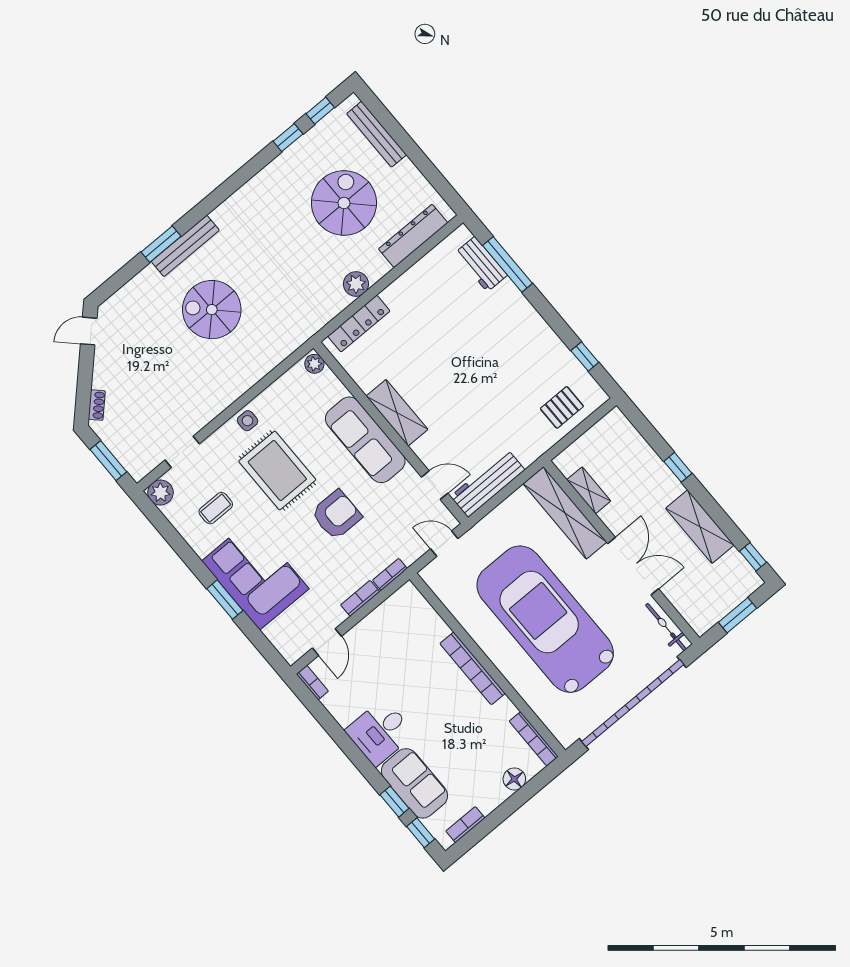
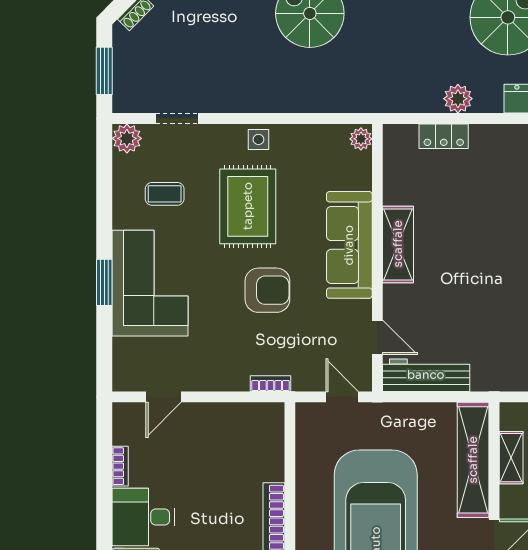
locker: (359, 324) -> (444, 136), width x0.66
bookcase: (360, 598) -> (226, 383), removed
bookcase: (312, 683) -> (120, 466), moved

